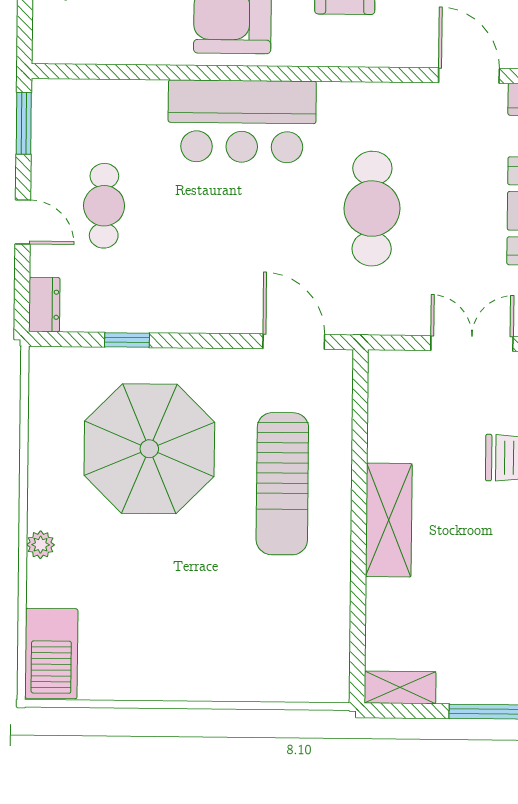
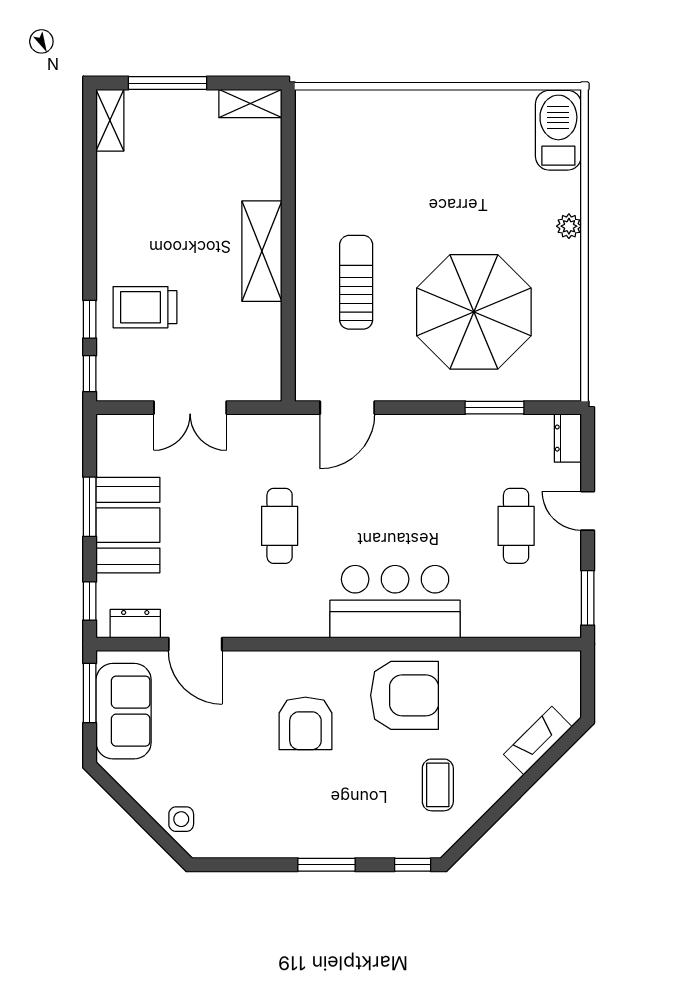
cafe table: (372, 209) -> (280, 526), width x0.73, depth x0.74
window: (127, 340) -> (495, 408), width x1.50
door: (294, 342) -> (347, 408), hinge flipped
sun lounger: (282, 484) -> (356, 282), width x0.73, depth x0.75

